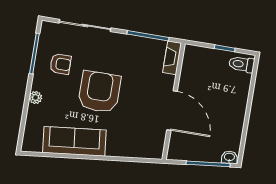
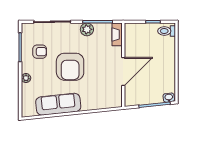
plant: (131, 44) -> (87, 29), added
armchair: (99, 92) -> (70, 67), turned 180
door: (172, 111) -> (123, 71), hinge flipped

